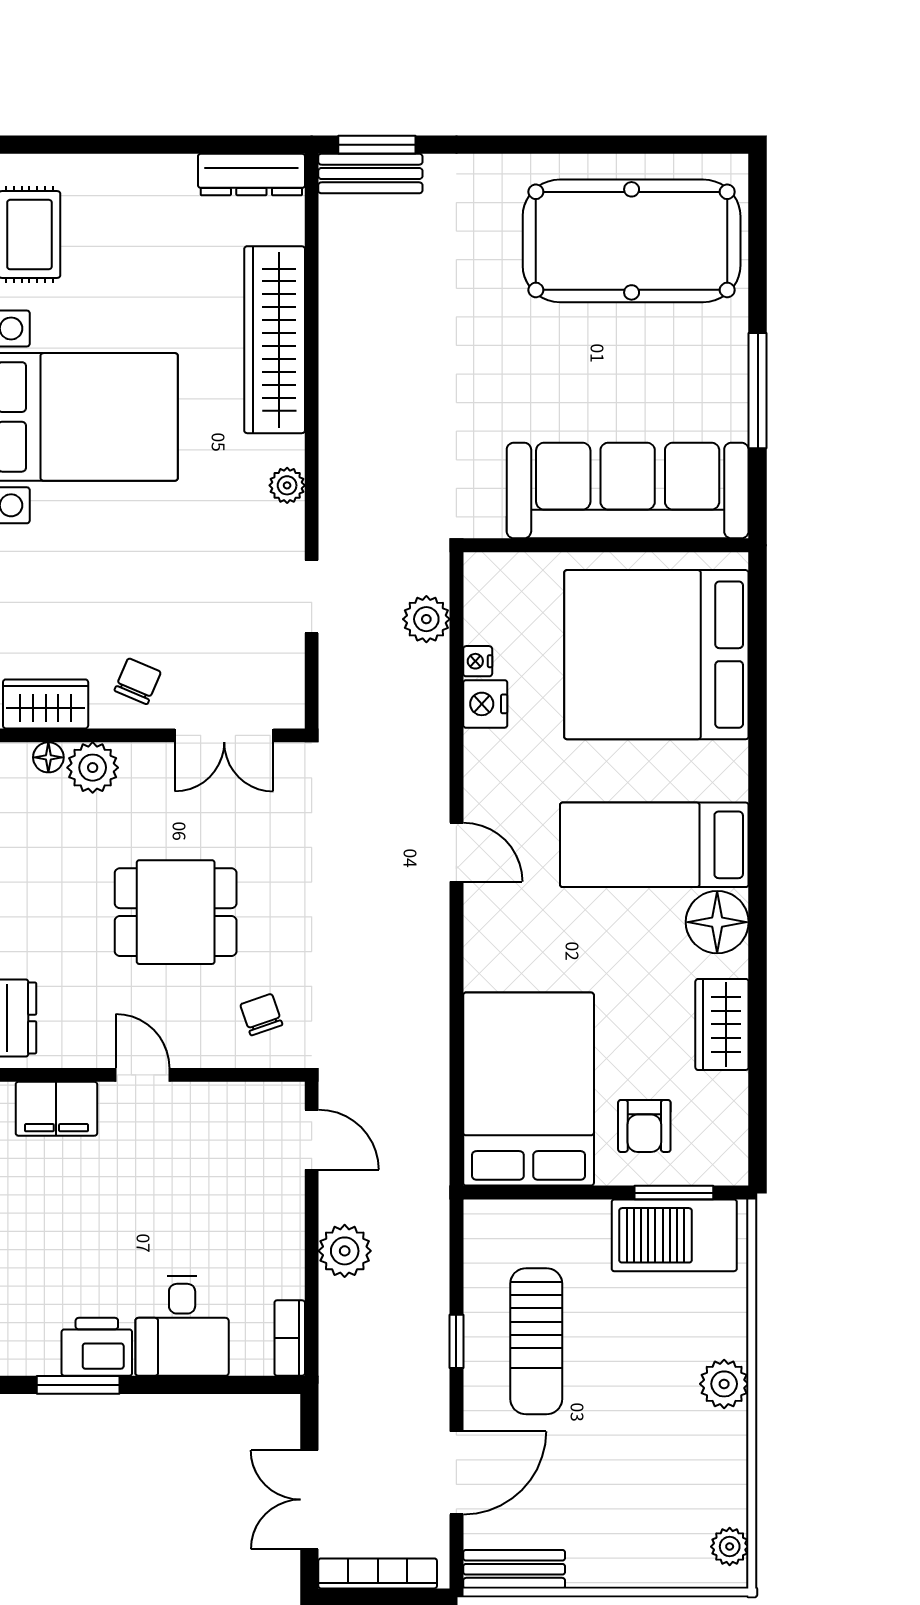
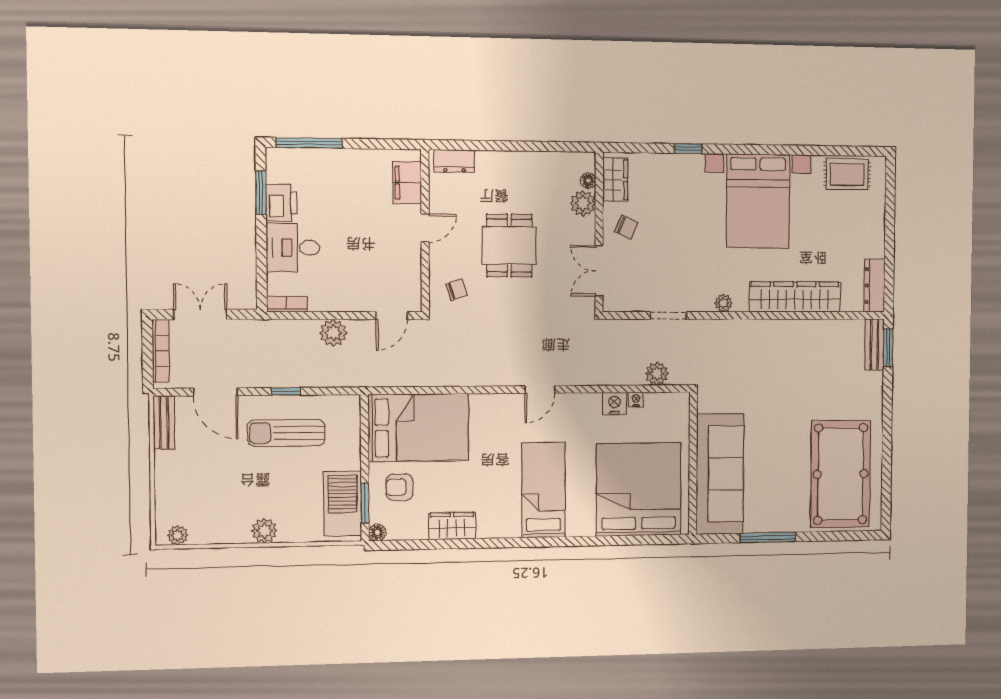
floor lamp: (717, 922) -> (377, 532), moved, width x0.53, depth x0.53

